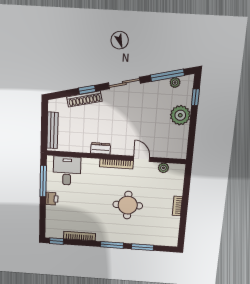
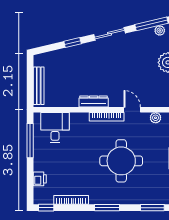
shoe rack: (84, 99) -> (70, 52), removed
dresser: (101, 148) -> (94, 101), width x1.44
printer: (52, 199) -> (40, 179), moved
round table: (128, 205) -> (121, 161), width x1.36, depth x1.36
window: (142, 247) -> (152, 208), moved

